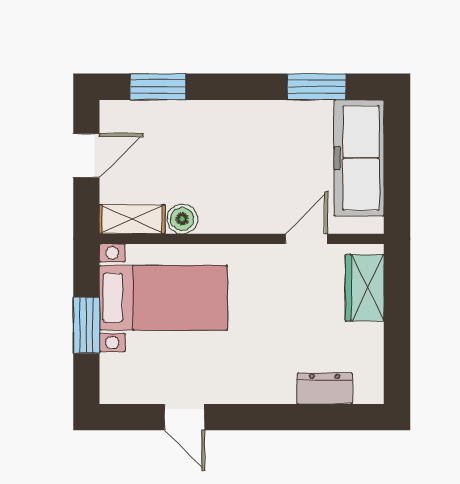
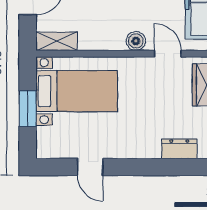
boiler: (182, 219) -> (136, 41), moved
door: (307, 239) -> (168, 54), hinge flipped

